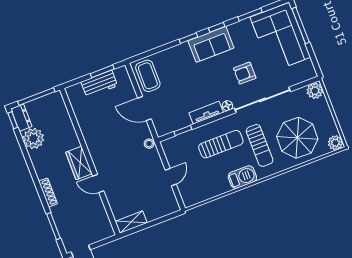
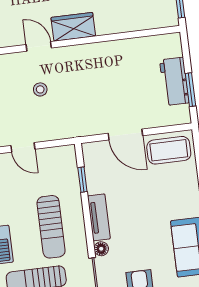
door: (144, 109) -> (125, 135), swing flipped
stool: (149, 144) -> (40, 89), moved
door: (98, 184) -> (39, 46), hinge flipped

